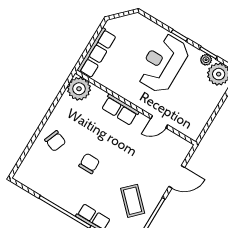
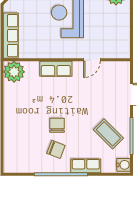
chair: (55, 141) -> (56, 149), moved

